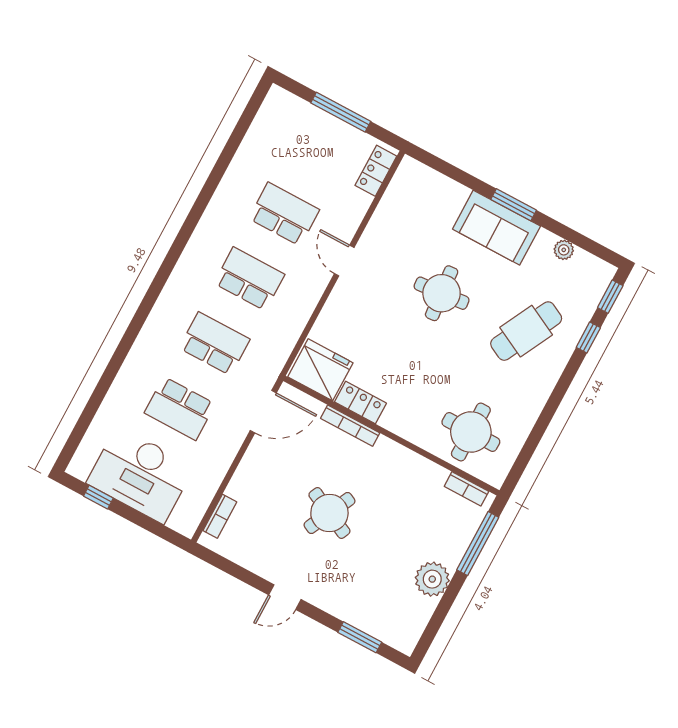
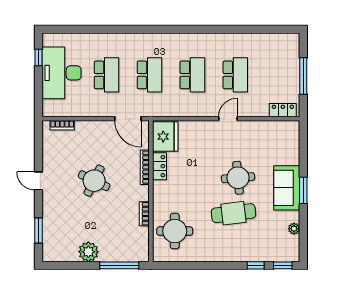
cafe table: (526, 331) -> (233, 213), moved, turned -34
school desk: (180, 408) -> (107, 75), turned 180
bookcase: (466, 489) -> (144, 214), moved

